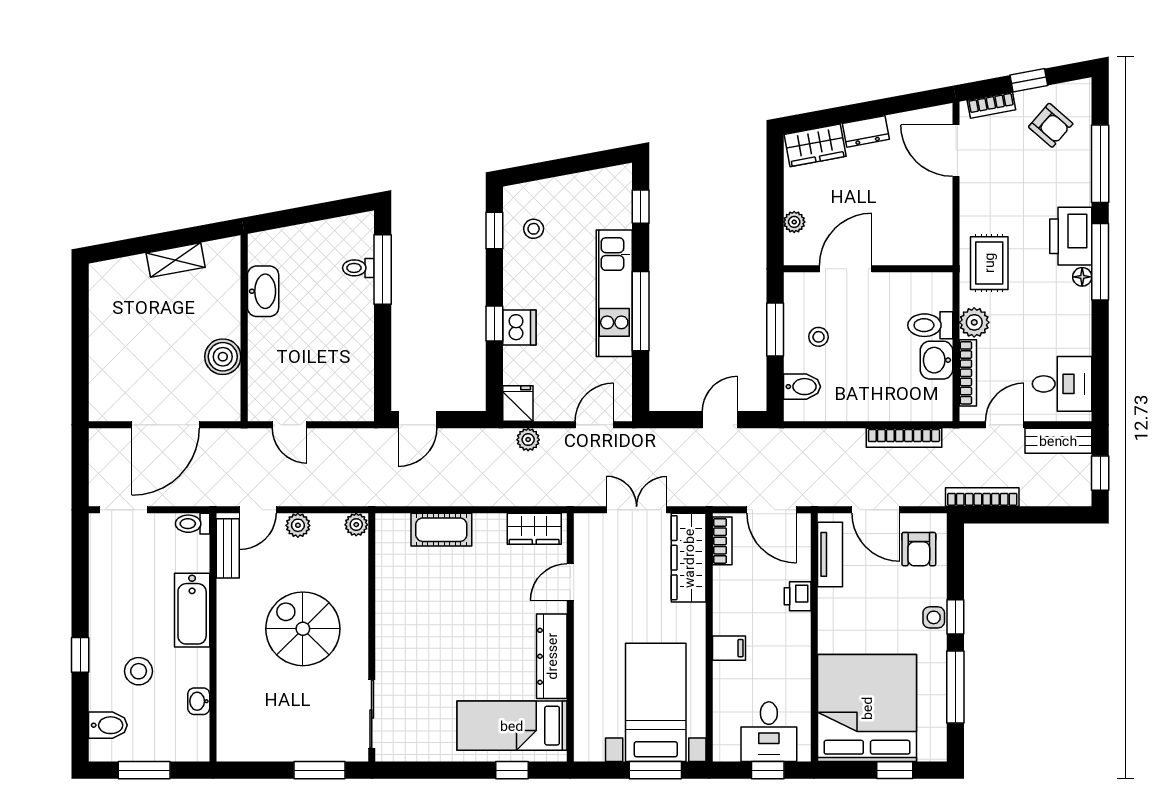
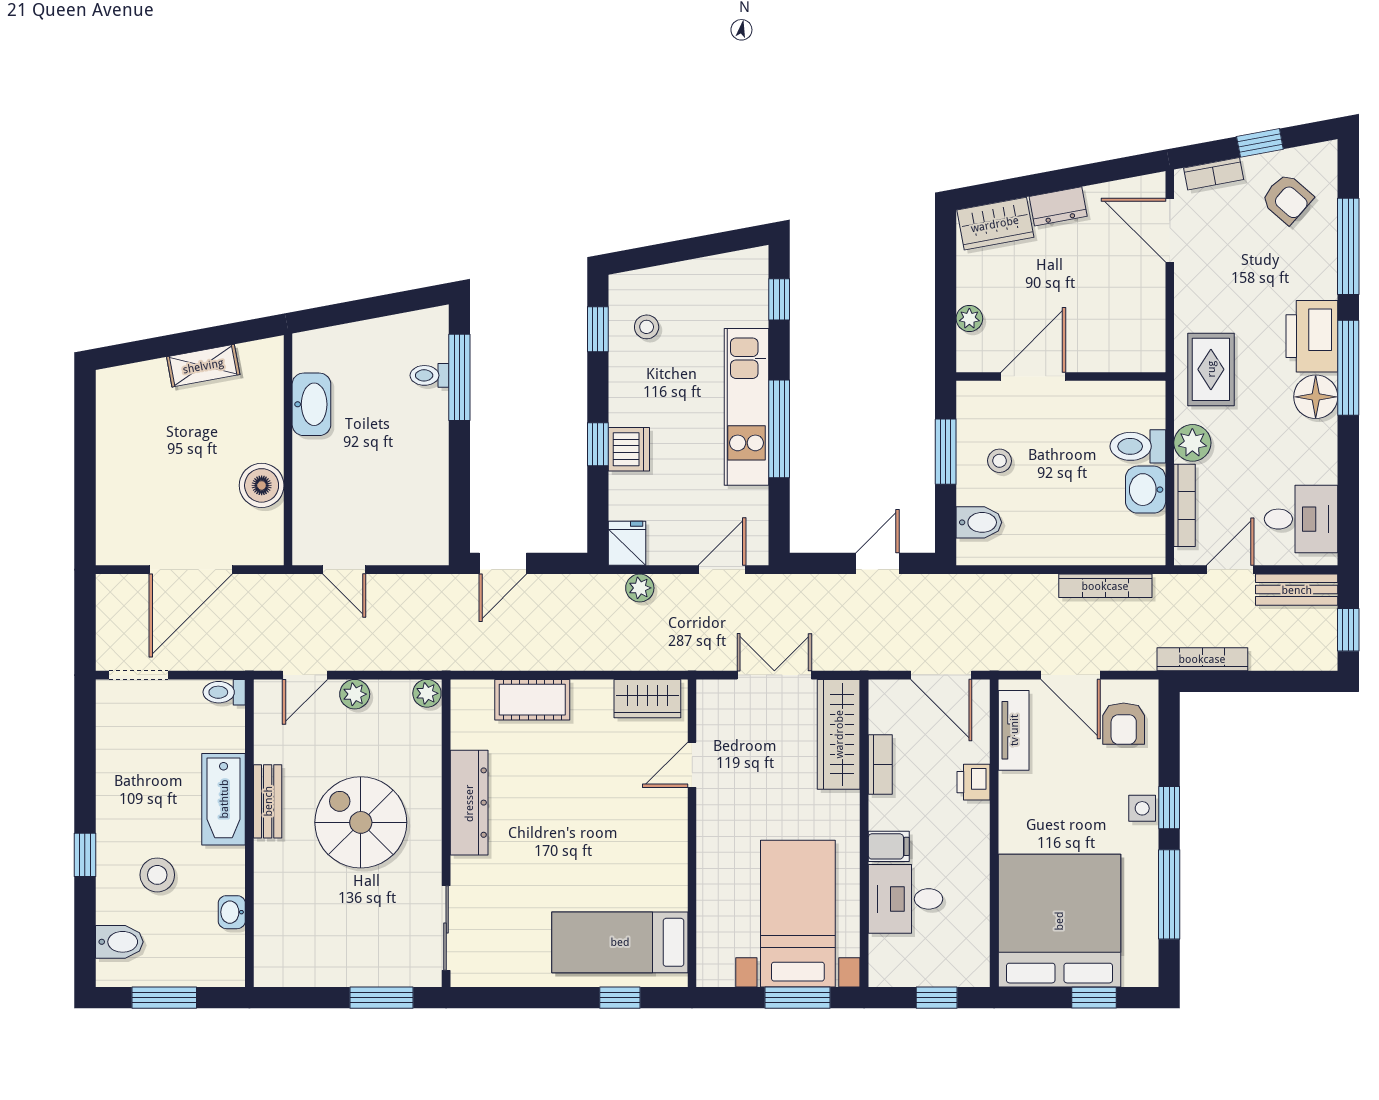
floor lamp: (1082, 277) -> (1316, 397), width x1.89, depth x1.89
bookcase: (722, 541) -> (880, 764), moved
bench: (228, 548) -> (268, 801), moved
dresser: (552, 656) -> (469, 803), moved, turned 180
desk: (769, 732) -> (906, 899), moved, turned 90

